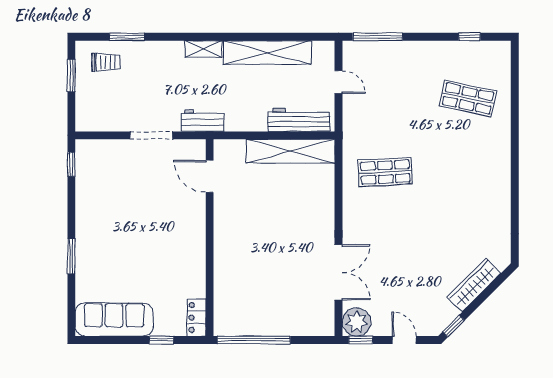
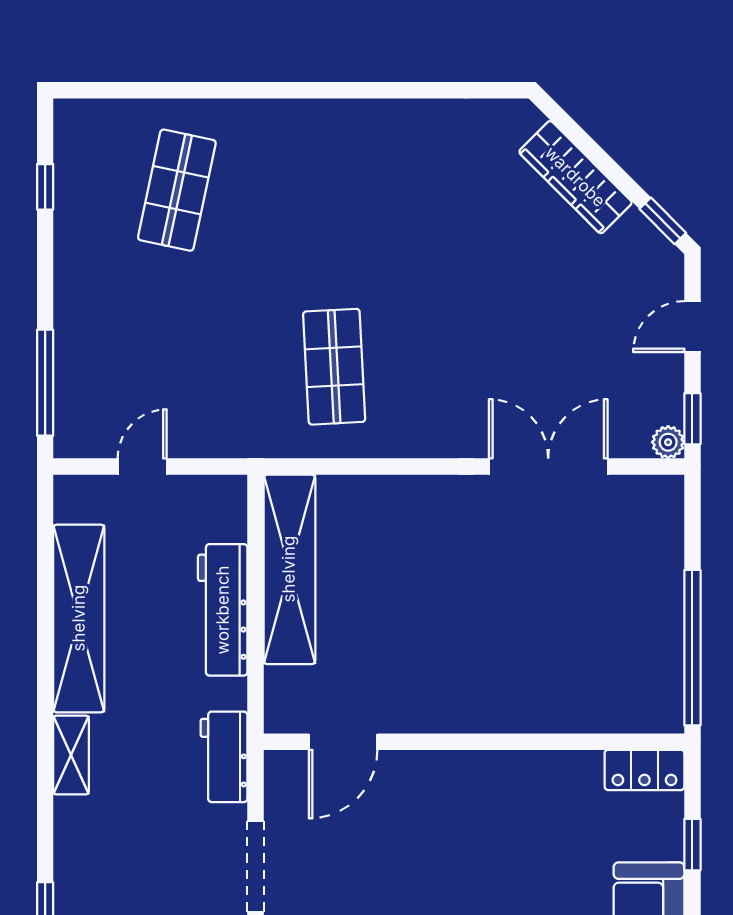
workbench: (299, 120) -> (223, 610), moved
plant: (357, 322) -> (668, 442), width x0.53, depth x0.53

